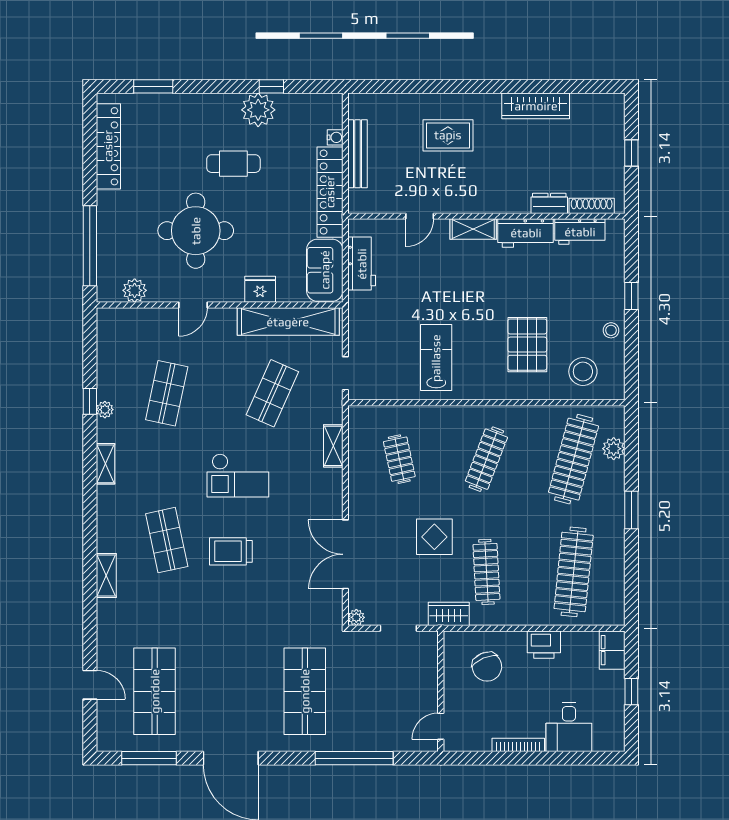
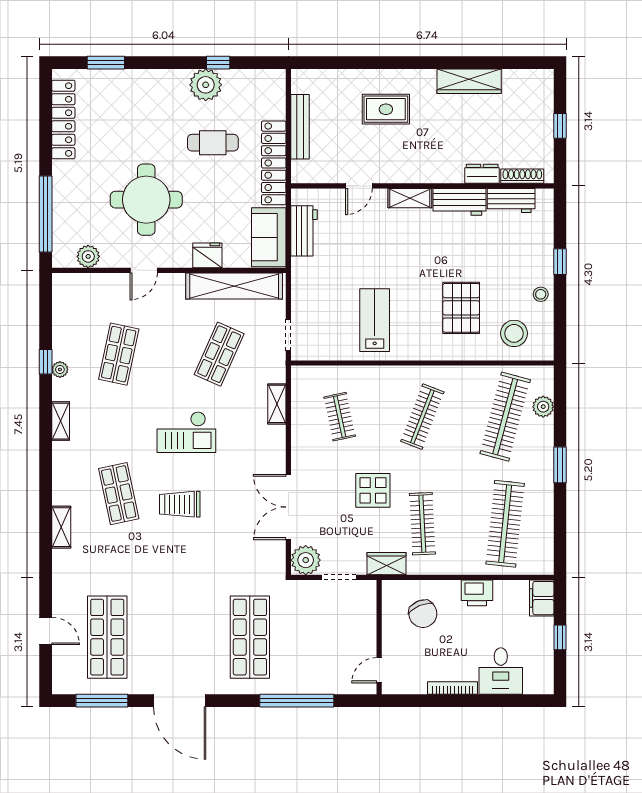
water cooler: (335, 137) -> (279, 111), removed
cafe table: (233, 164) -> (213, 143), moved
plant: (356, 617) -> (306, 560), width x1.87, depth x1.87

